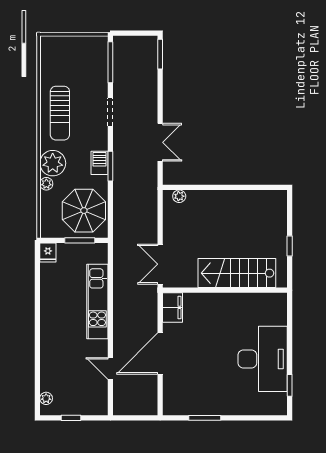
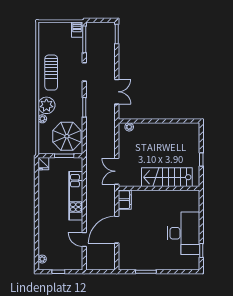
barbecue: (100, 163) -> (77, 30), moved

